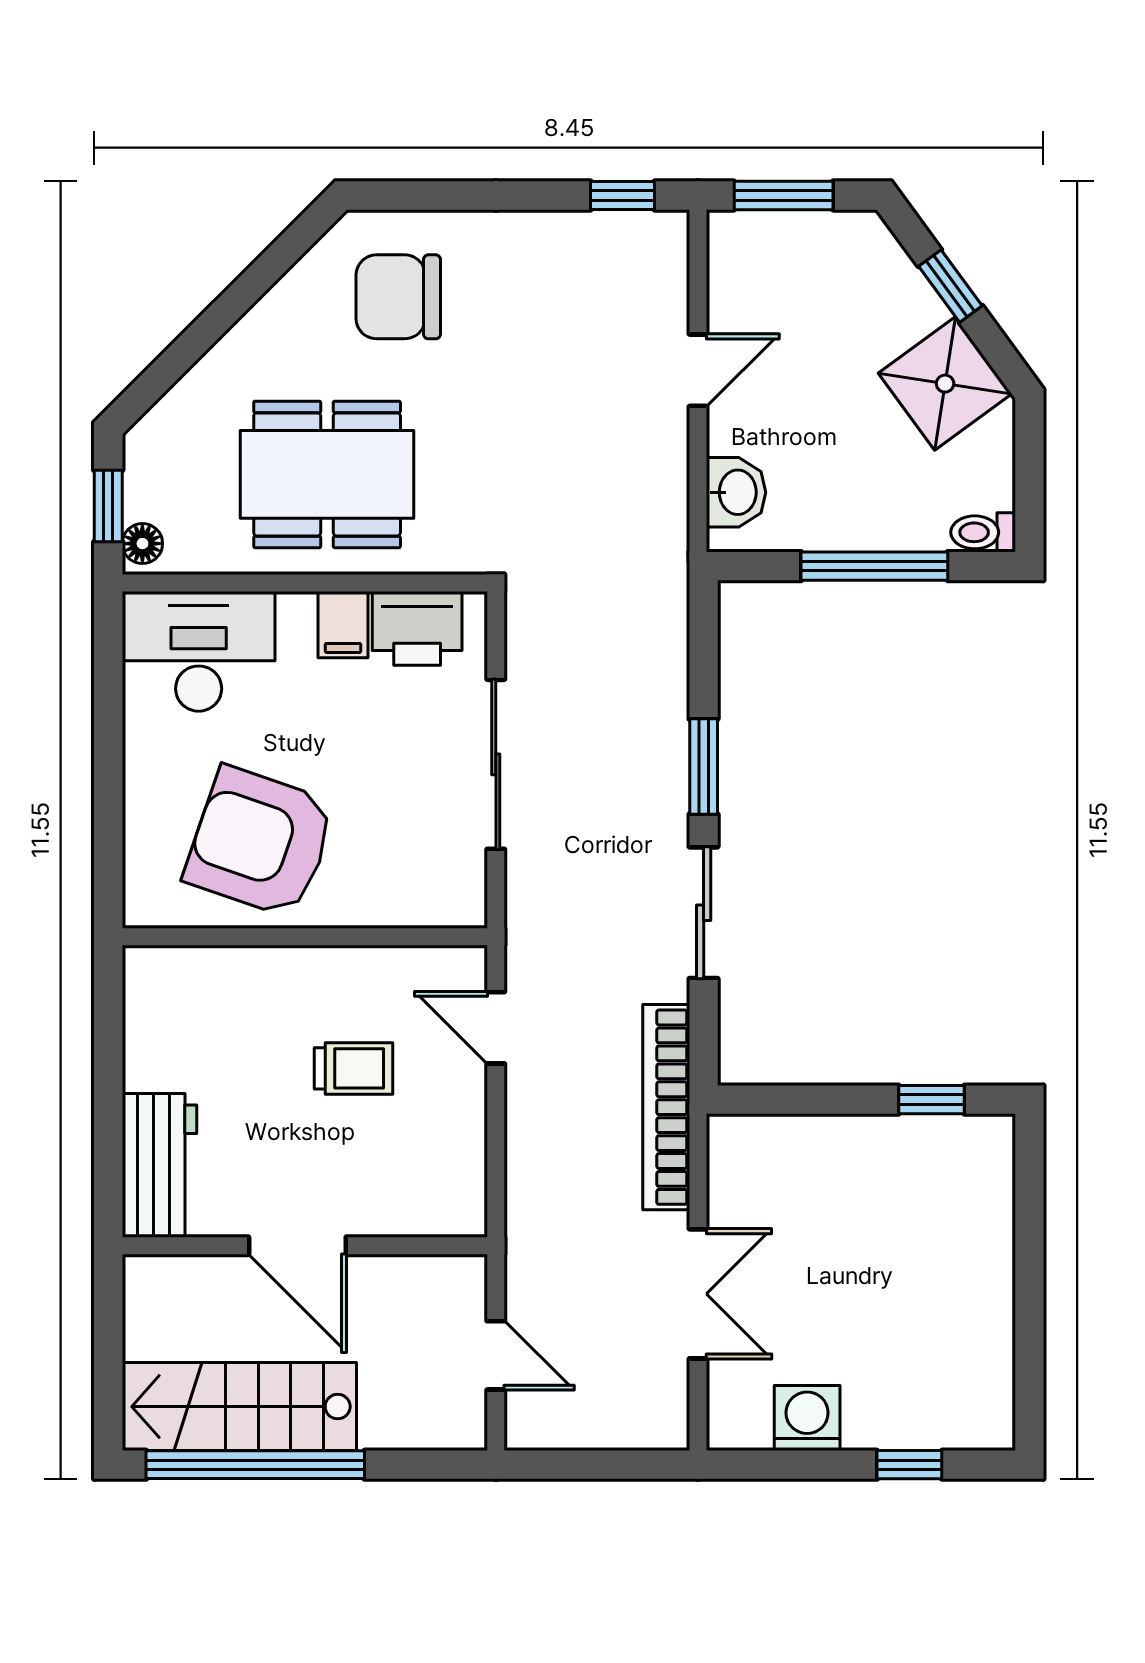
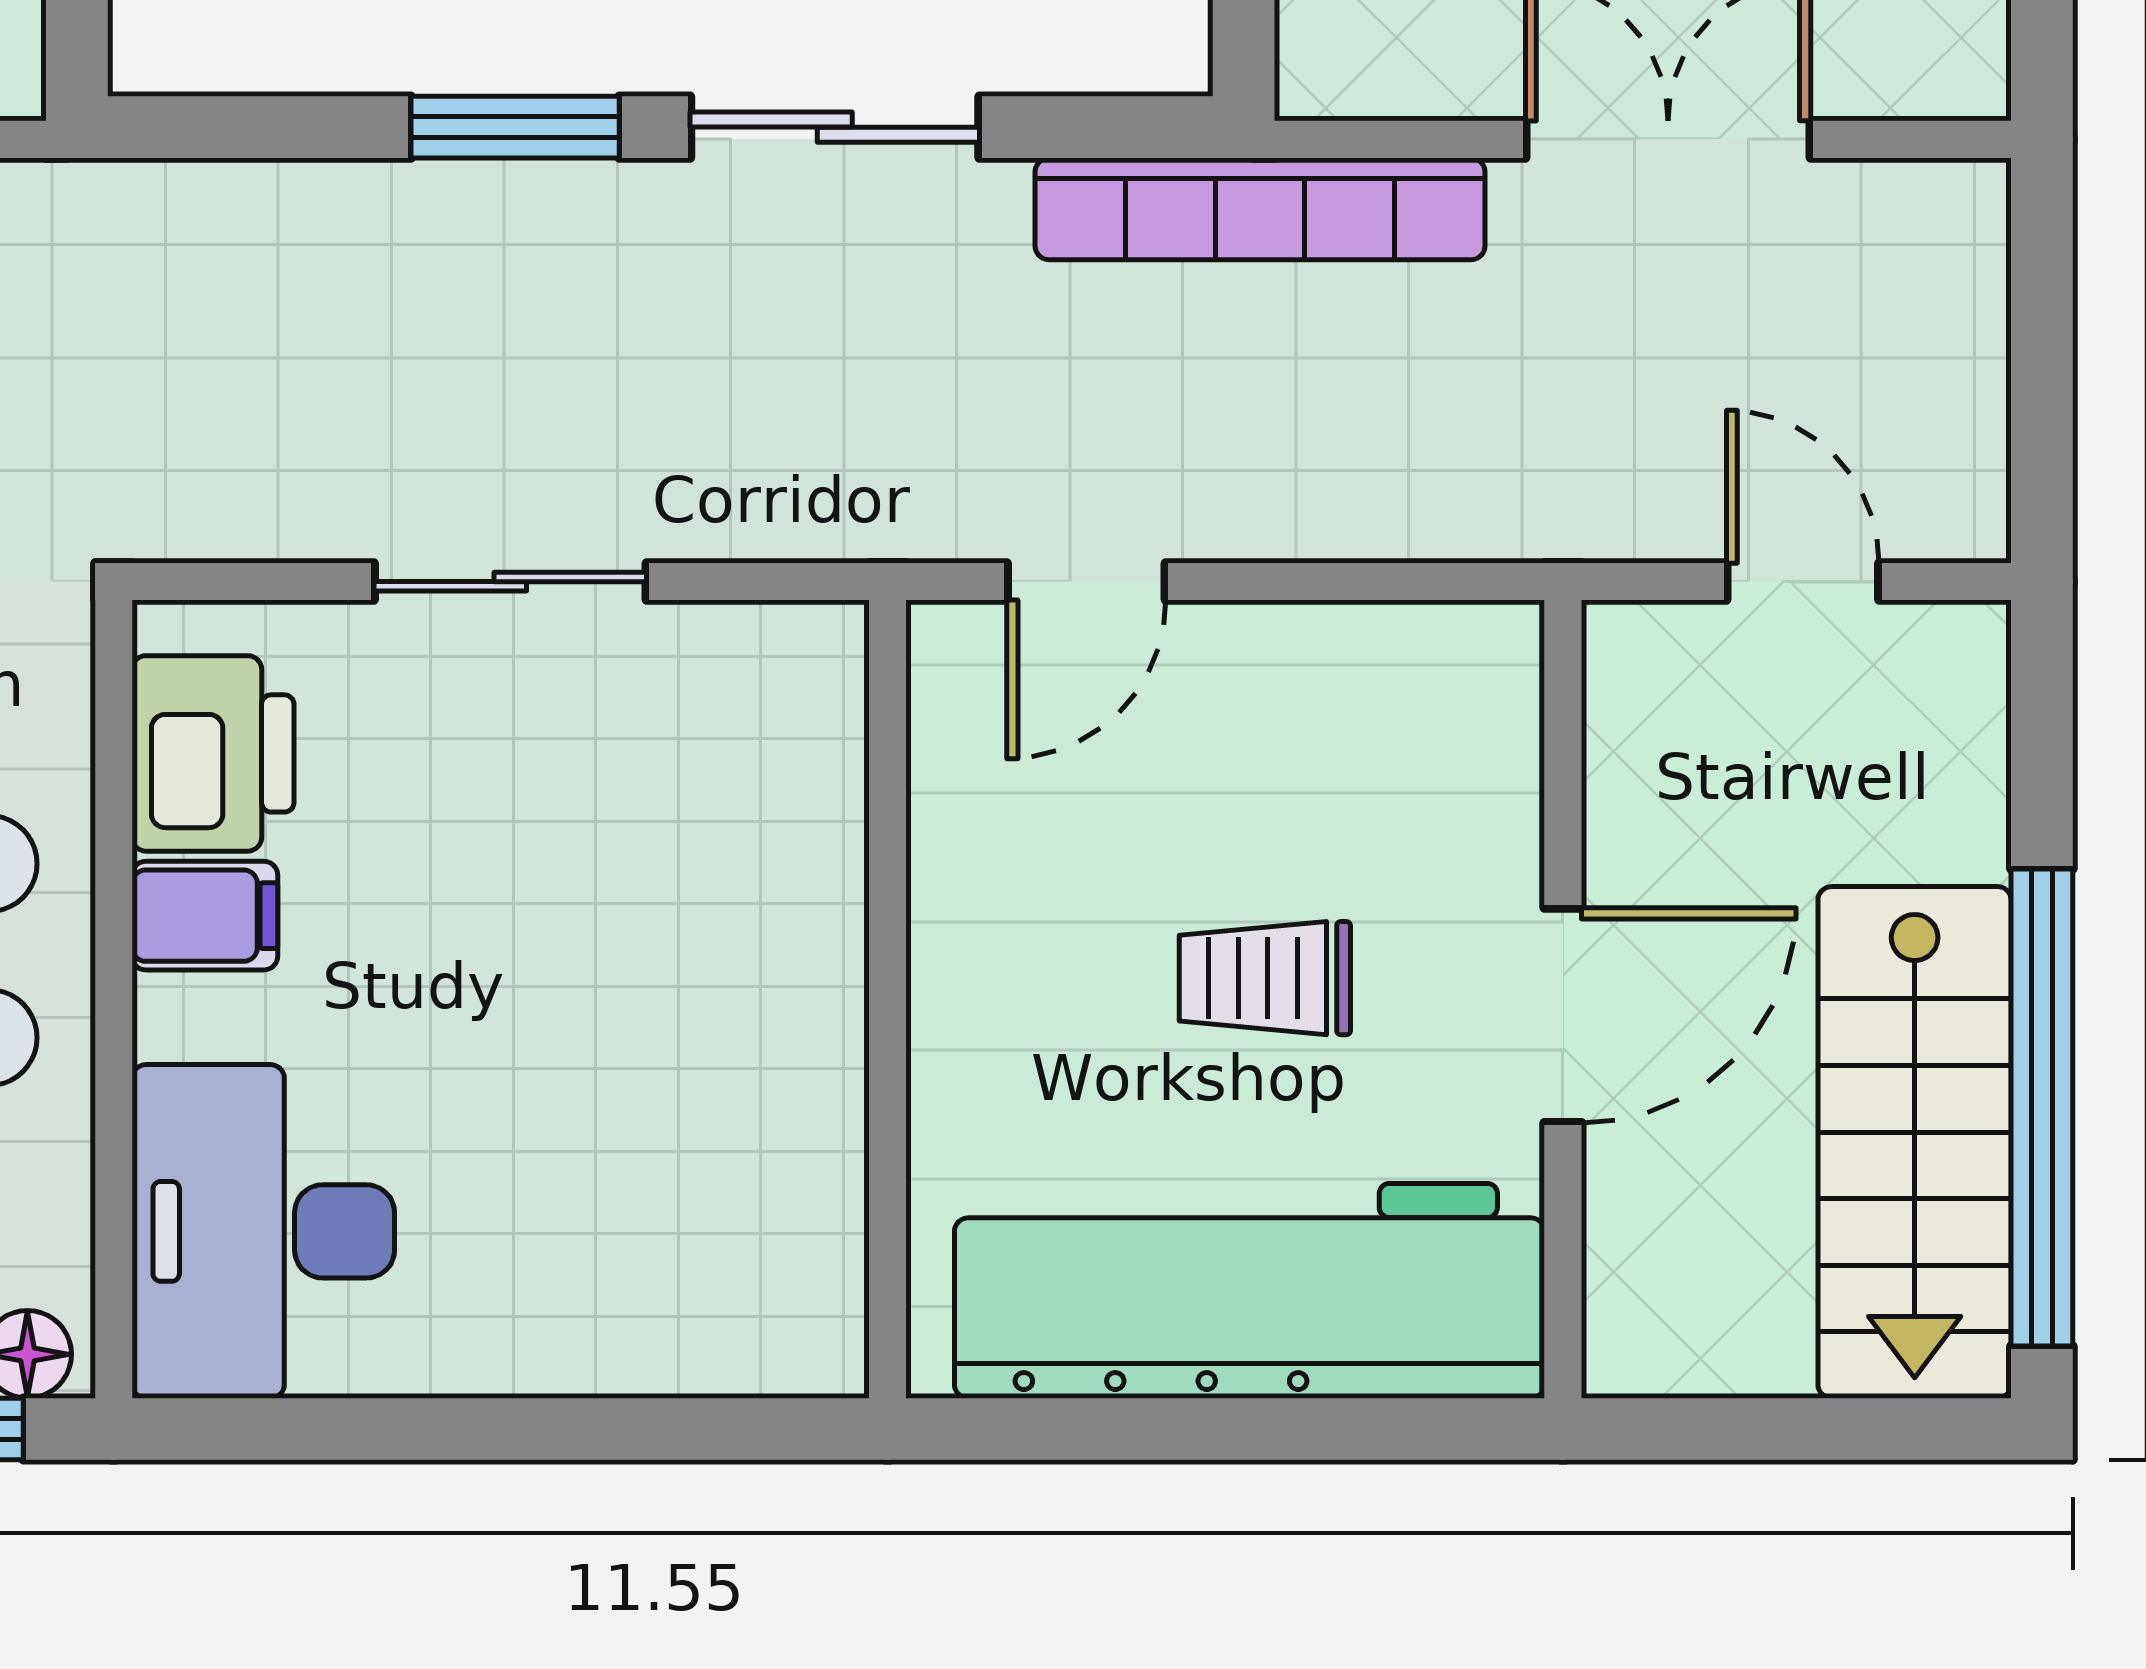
sliding door: (496, 764) -> (510, 582), width x0.73
armchair: (260, 842) -> (680, 1097), removed
trolley: (354, 1068) -> (1265, 978), moved, turned -90
workbench: (159, 1165) -> (1250, 1291), width x1.88, depth x1.32
door: (496, 1355) -> (1803, 582), hinge flipped

